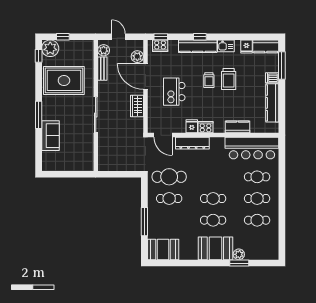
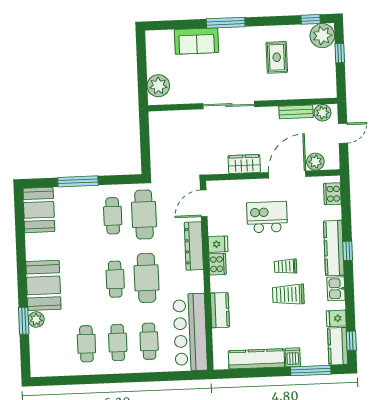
window: (161, 37) -> (351, 341), moved
rug: (64, 80) -> (277, 57), width x0.54, depth x0.49
plant: (80, 163) -> (158, 86), added
cafe table: (213, 220) -> (147, 278), moved, width x1.37, depth x1.35

